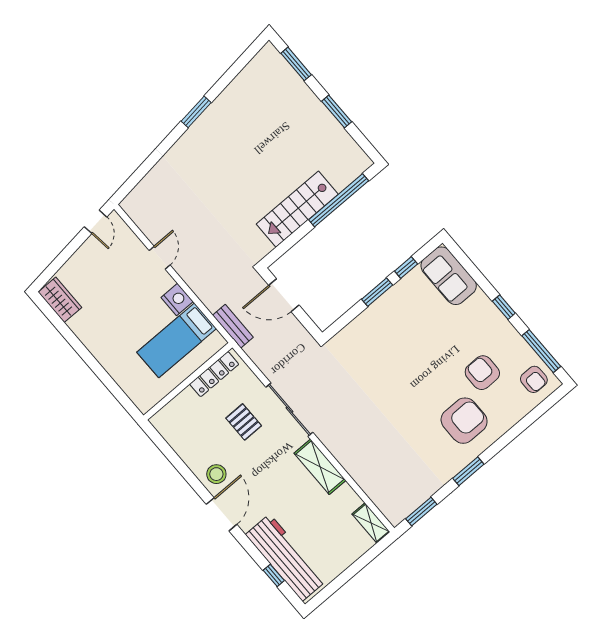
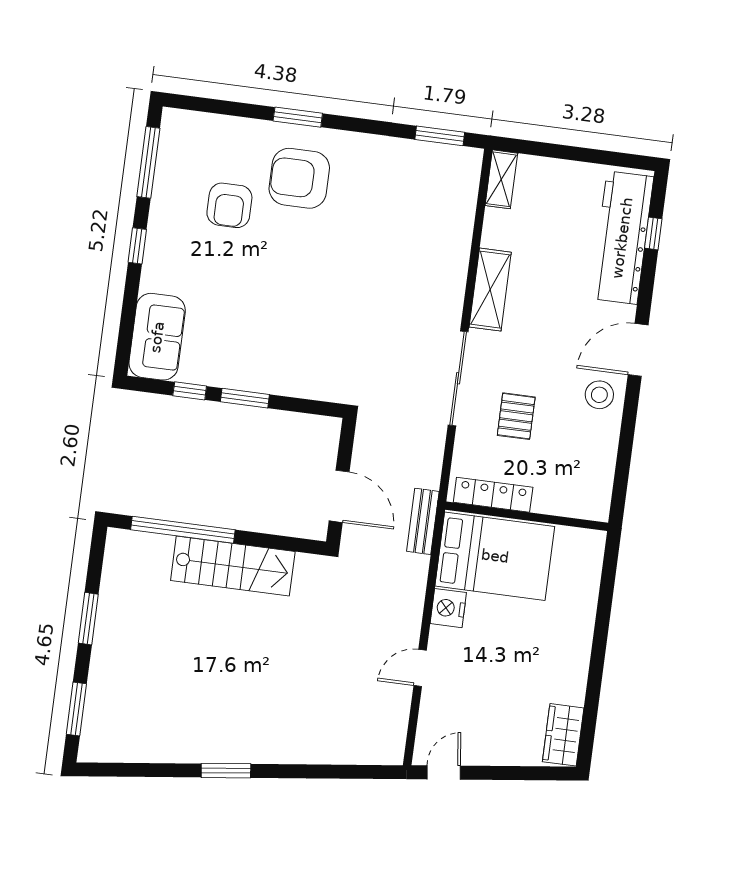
bed: (177, 340) -> (495, 556), width x1.50
armchair: (534, 379) -> (186, 143), removed
window: (468, 471) -> (298, 117), moved

